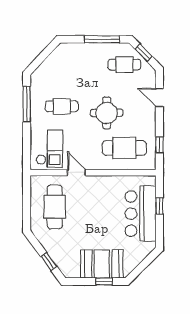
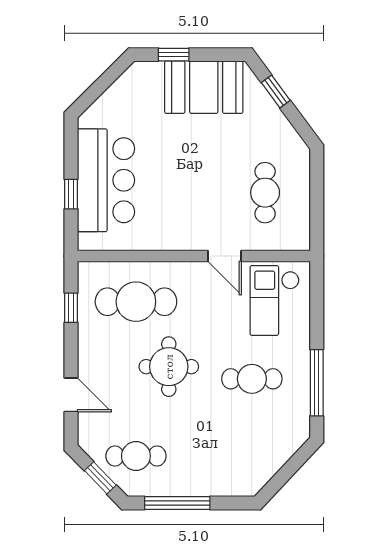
cafe table: (55, 207) -> (265, 193), width x0.73, depth x0.74
booth: (102, 264) -> (204, 87), moved

